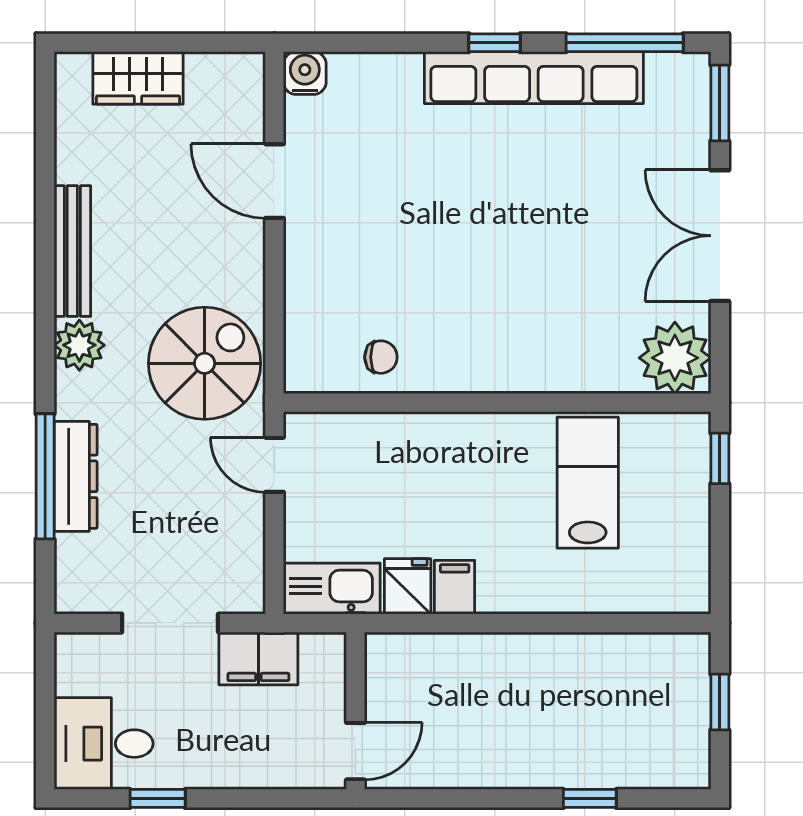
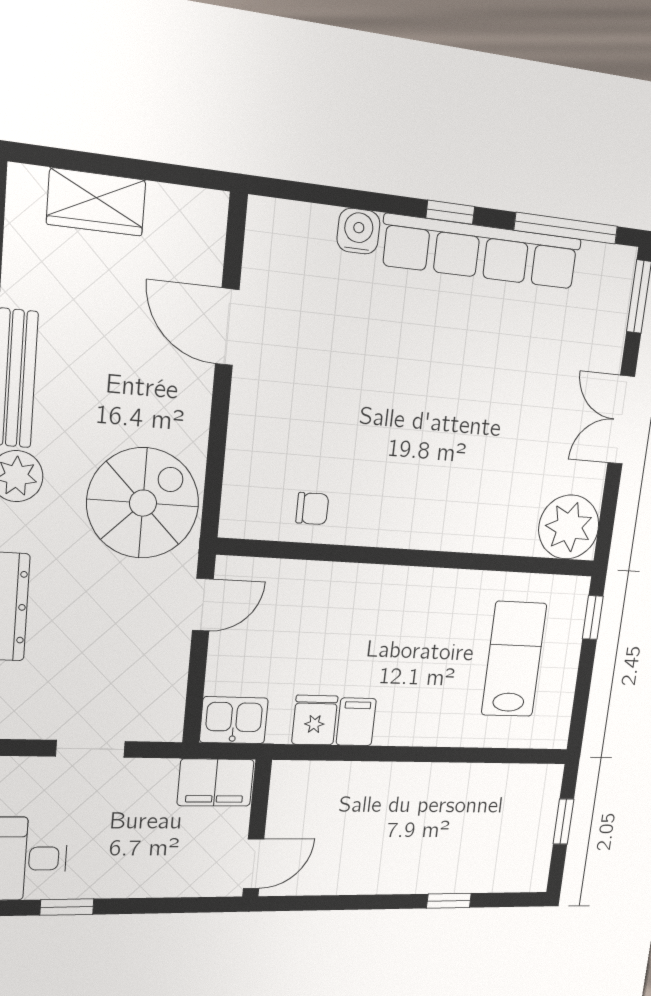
water cooler: (305, 73) -> (358, 231), moved
double door: (720, 236) -> (621, 420), width x0.73
door: (274, 465) -> (203, 605), swing flipped
lab bench: (588, 483) -> (514, 659), moved
kitchen sink: (332, 589) -> (234, 720), width x0.73
doorway: (170, 623) -> (90, 749), width x0.73
filing cabinet: (258, 658) -> (216, 783), moved

